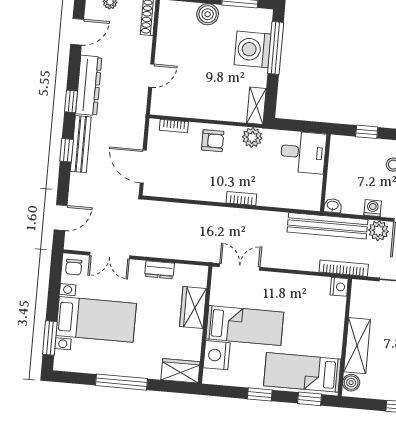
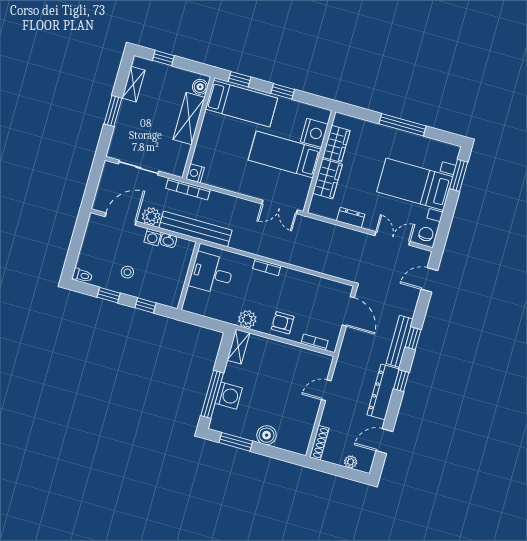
washing machine: (253, 49) -> (229, 396), width x0.73, depth x0.73
desk: (303, 152) -> (211, 273), moved
washbasin: (333, 206) -> (168, 241), moved
wardrobe: (180, 371) -> (336, 144), moved, turned -90

